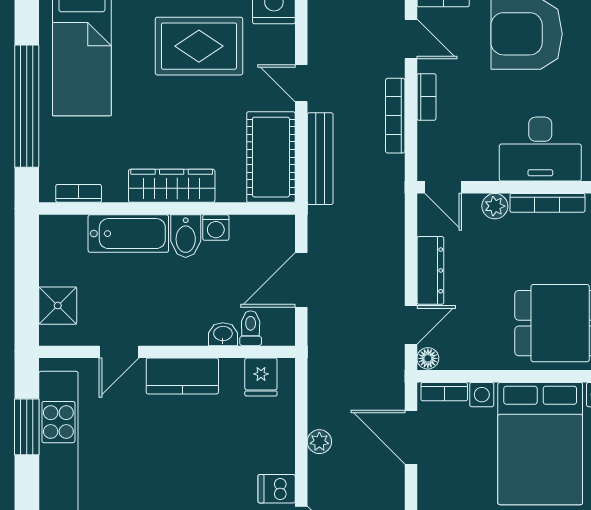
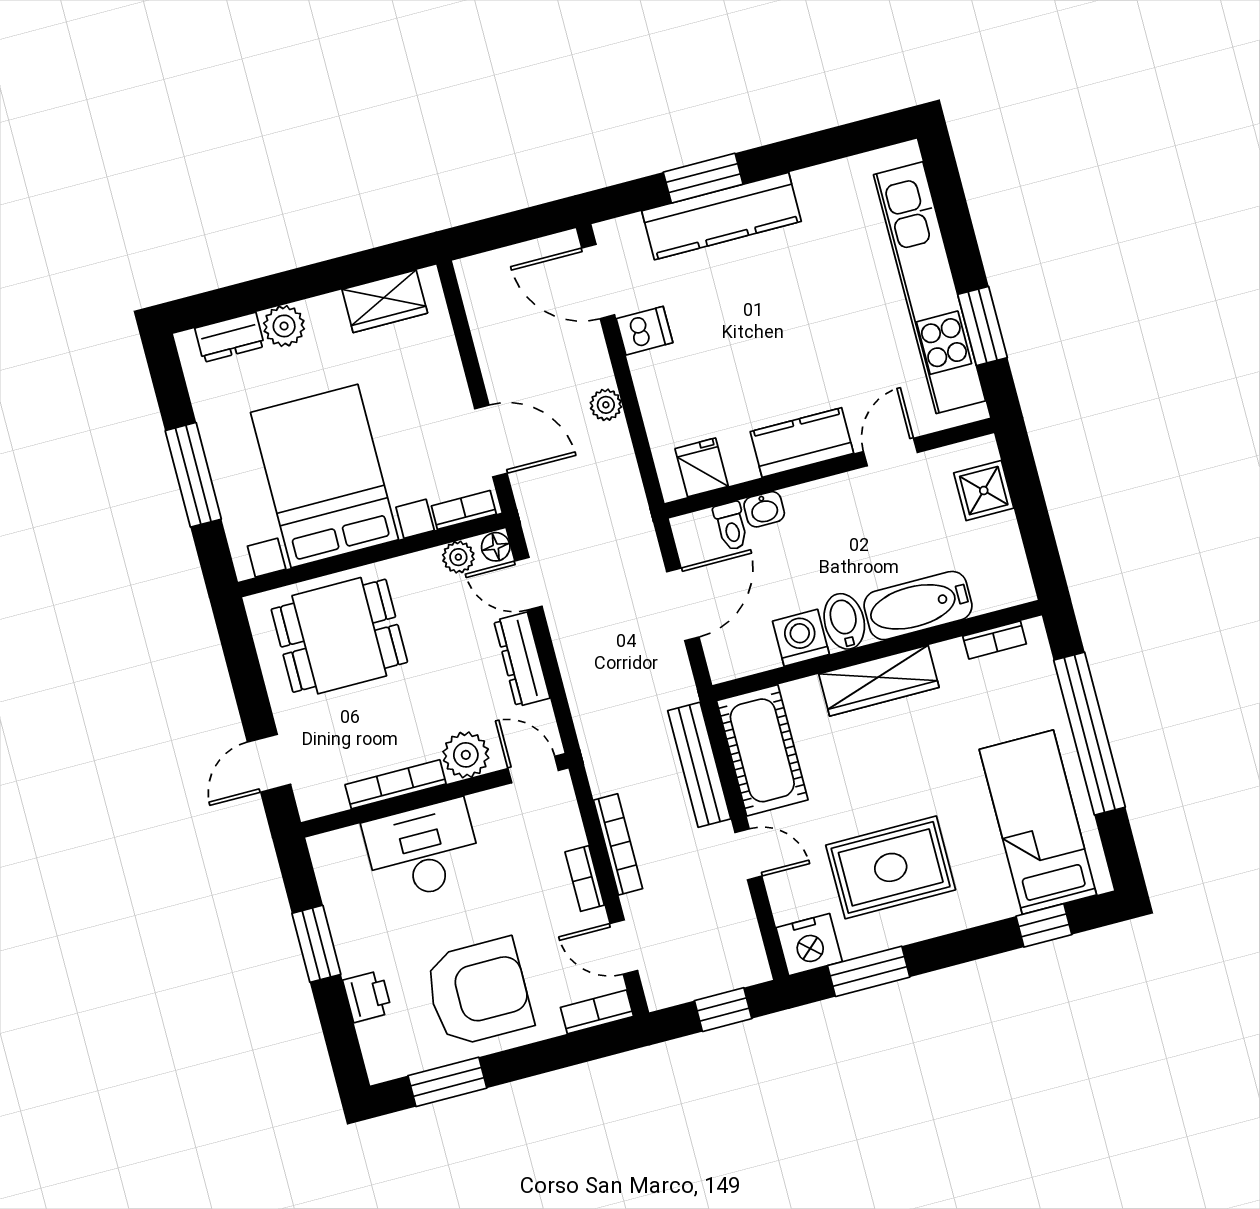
plant: (495, 206) -> (466, 755), width x1.38, depth x1.38
washing machine: (216, 228) -> (801, 638), width x1.38, depth x1.38
door: (411, 325) -> (528, 584), hinge flipped
plant: (457, 358) -> (458, 557), added

